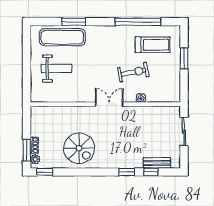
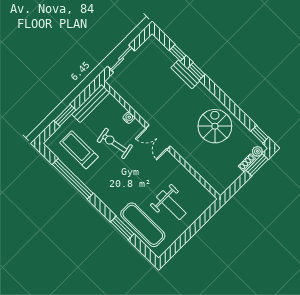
weight bench: (56, 68) -> (171, 205), turned 180
bench: (175, 83) -> (91, 103), added
bench: (157, 163) -> (185, 74), moved

